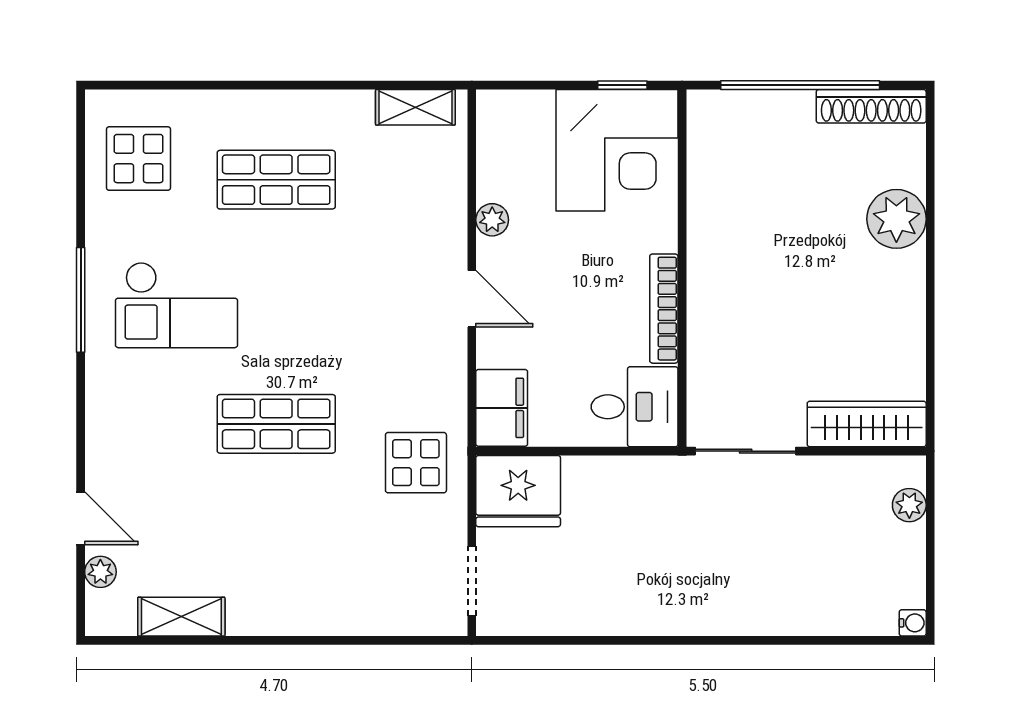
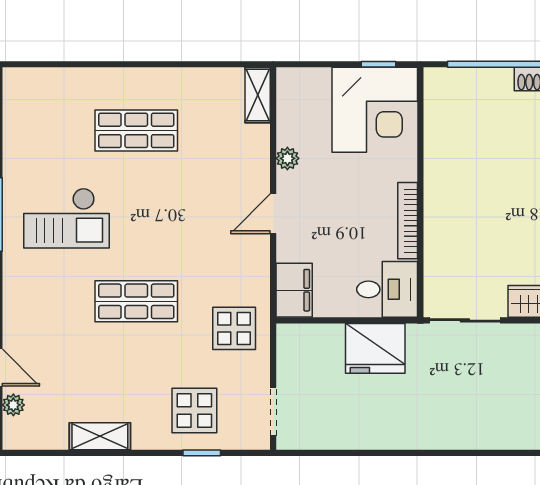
shelving: (415, 107) -> (258, 95), moved, turned 90
display table: (139, 159) -> (194, 411), moved
door: (472, 299) -> (273, 214), swing flipped
fridge: (518, 491) -> (375, 348), moved
shelving: (181, 617) -> (100, 436), moved
window: (370, 640) -> (202, 453), added

